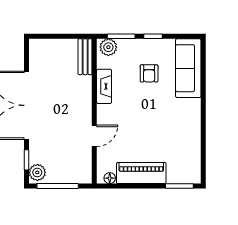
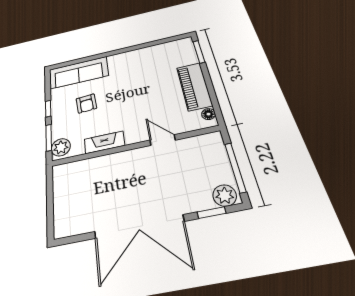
bench: (85, 57) -> (72, 169), removed
armchair: (149, 73) -> (86, 103), turned 86

